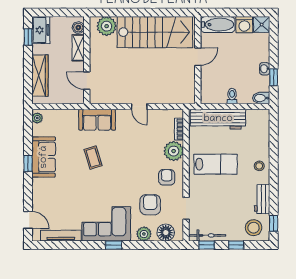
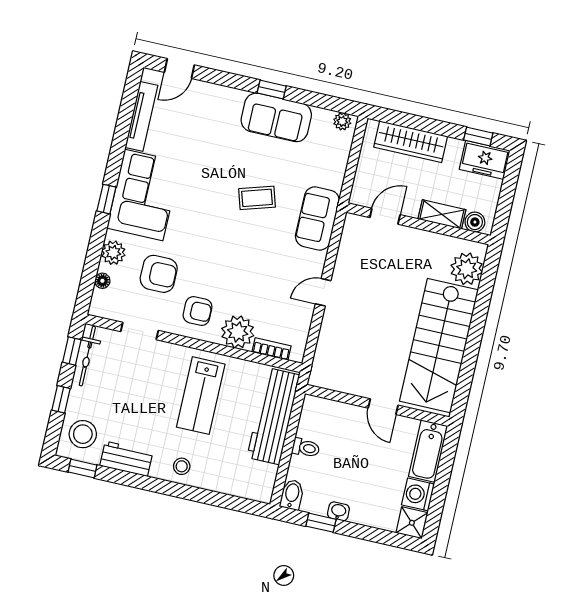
floor lamp: (166, 233) -> (102, 281), width x0.53, depth x0.53

